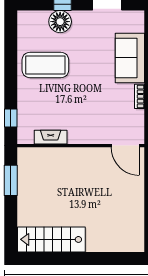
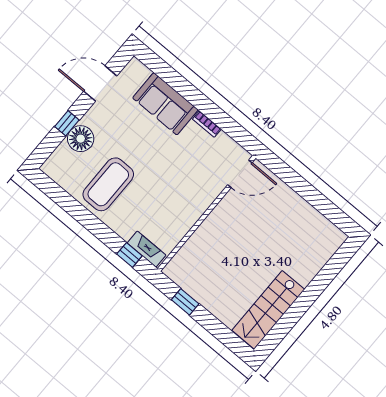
fireplace: (51, 137) -> (146, 249), moved, turned 90
window: (11, 180) -> (185, 302), width x0.67

